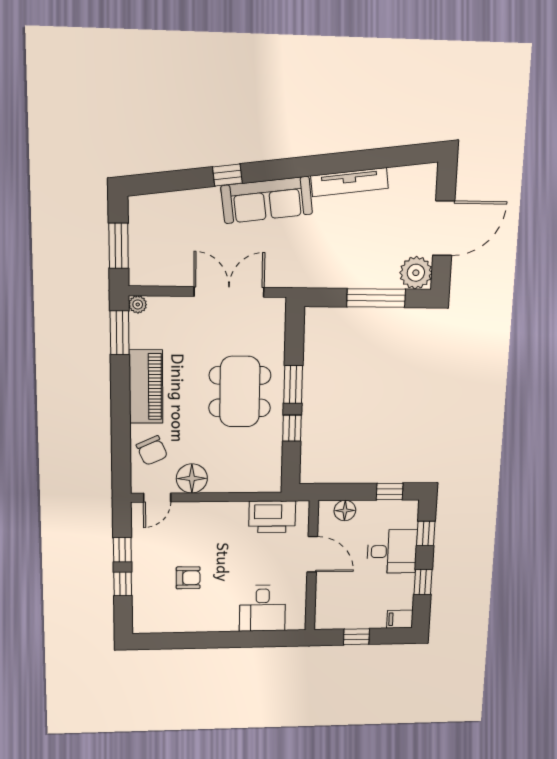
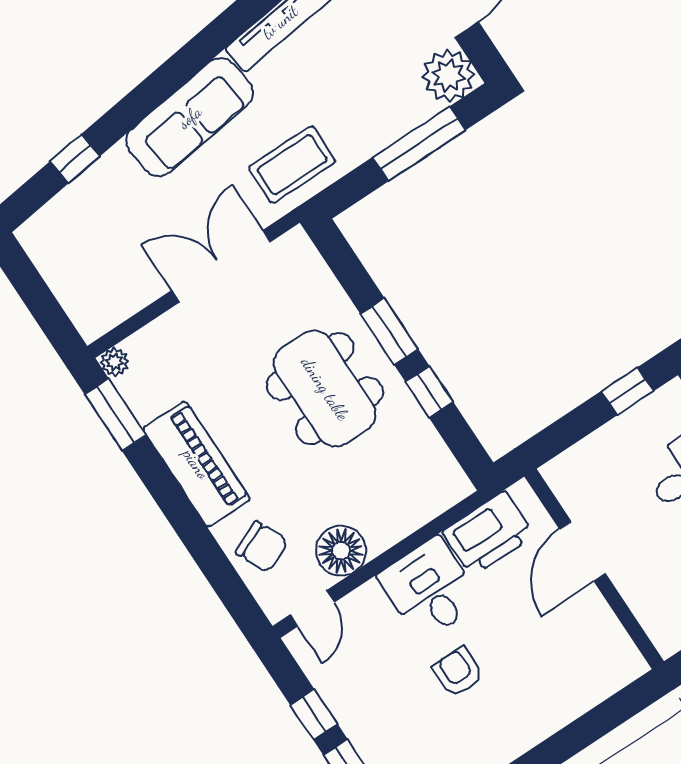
window: (227, 175) -> (75, 159), moved
window: (118, 246) -> (41, 303), removed
coffee table: (303, 264) -> (292, 165), added
floor lamp: (345, 511) -> (584, 459), removed
door: (312, 554) -> (582, 551), swing flipped
armchair: (188, 578) -> (458, 672), moved, turned -90
desk: (262, 608) -> (430, 589), moved, turned 180

